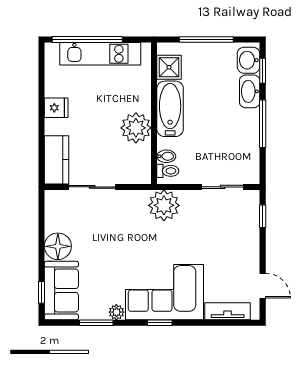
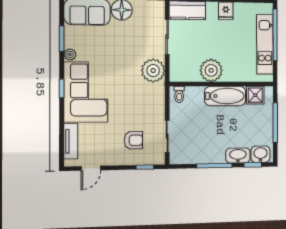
bidet: (166, 156) -> (190, 93), removed
plant: (164, 205) -> (153, 71), moved
armchair: (227, 231) -> (133, 140), added

